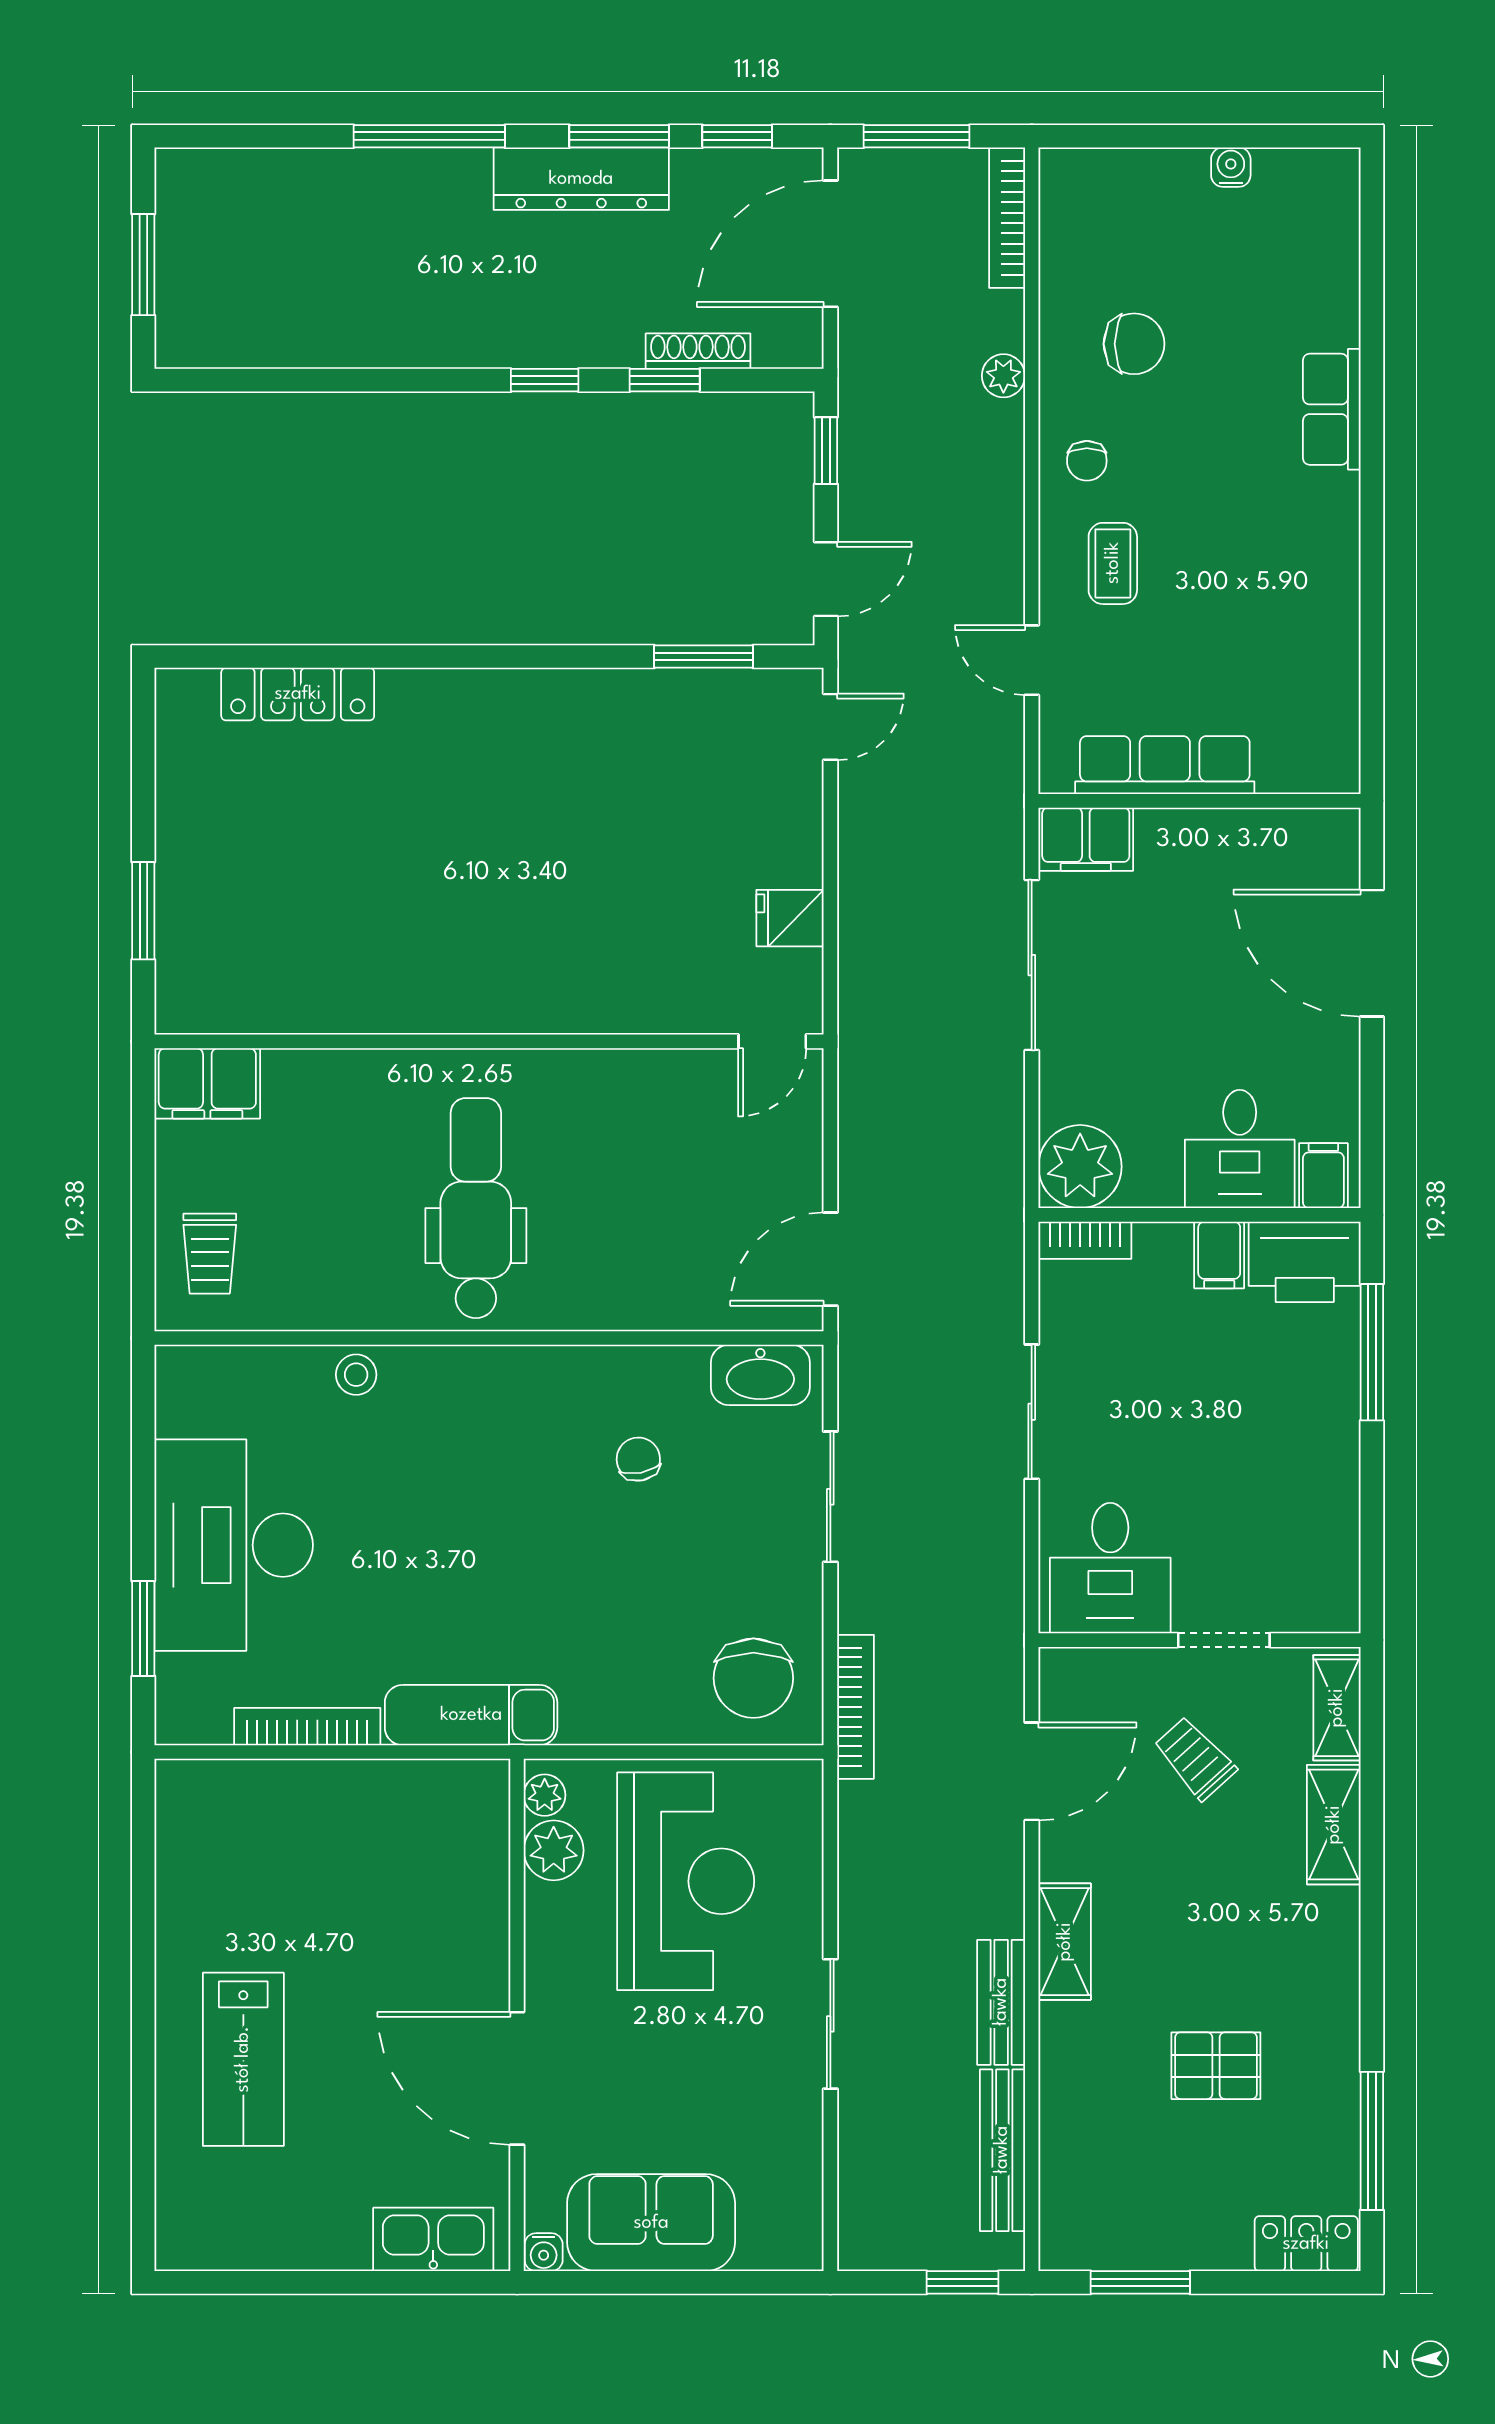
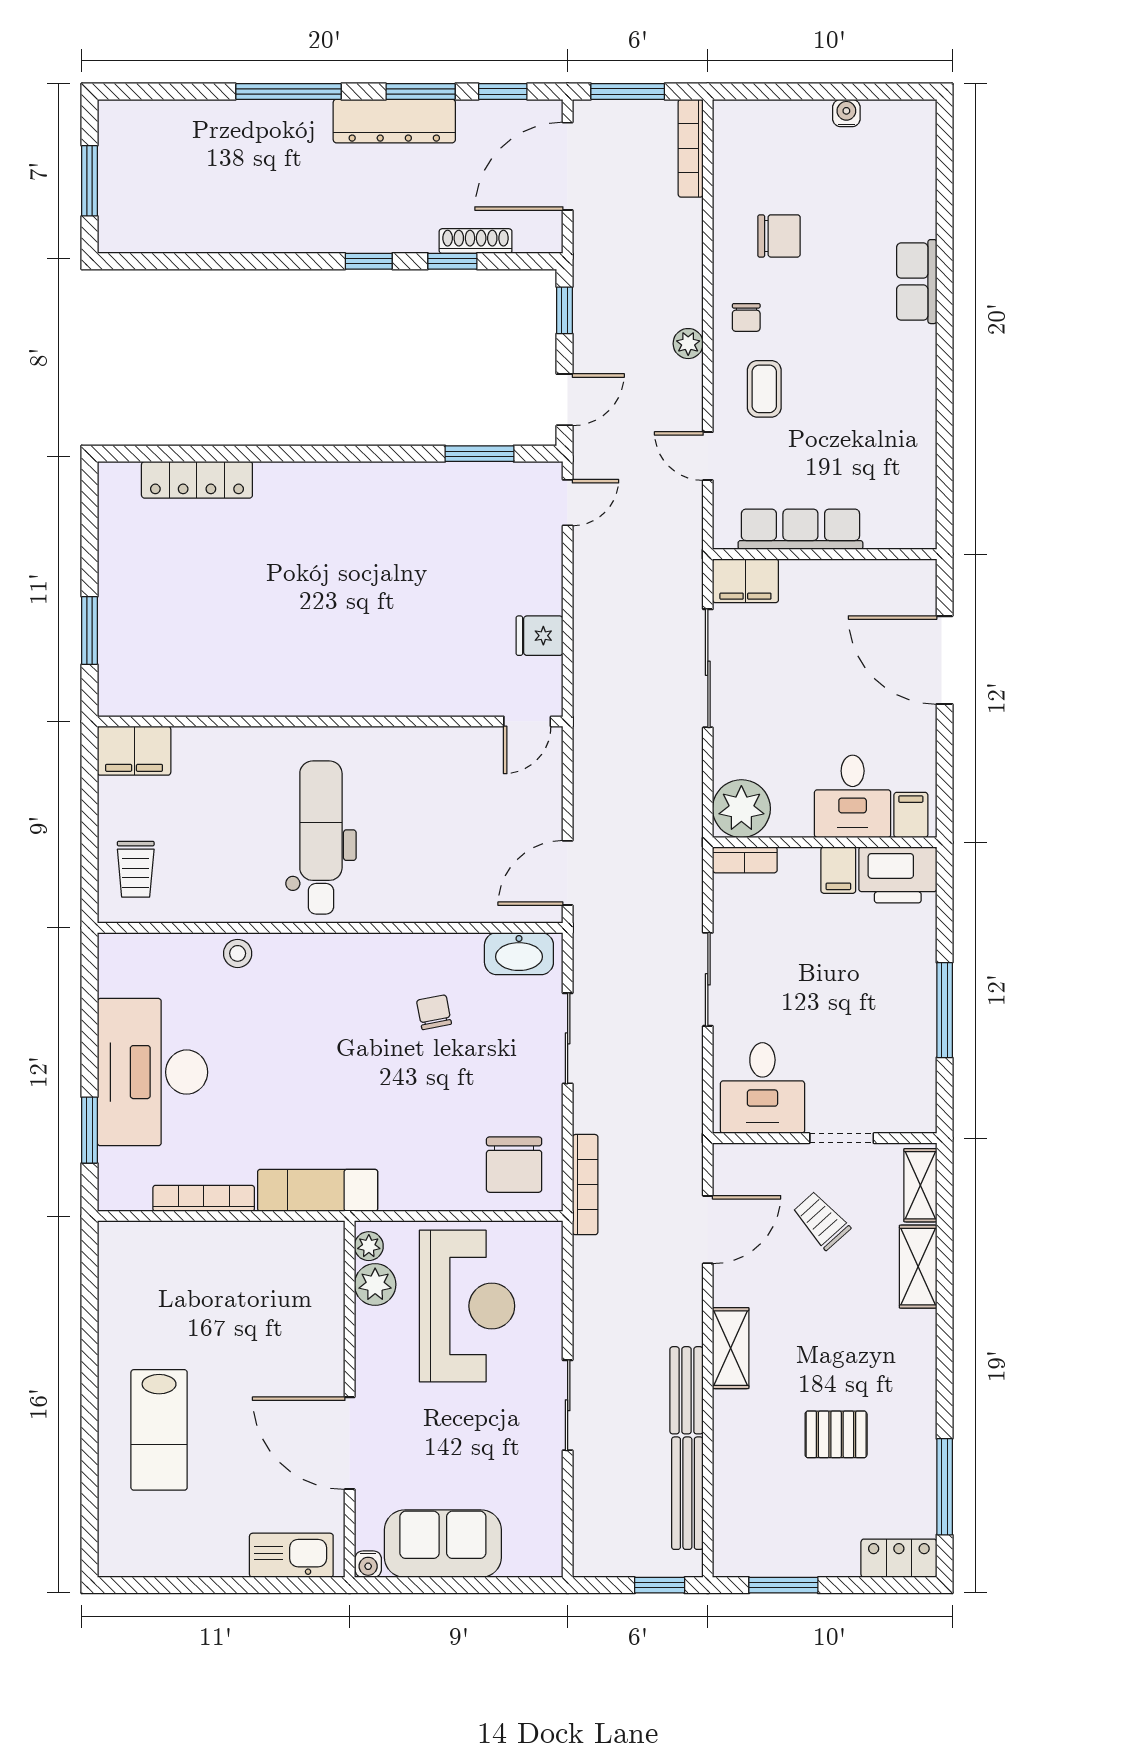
plant: (1003, 376) -> (688, 344), moved
window: (1372, 1352) -> (945, 1010), moved

